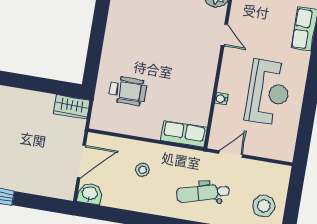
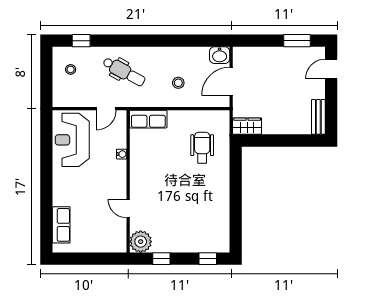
wheelchair: (128, 91) -> (202, 148), turned 90
reception desk: (268, 93) -> (72, 140), moved
dental chair: (203, 193) -> (124, 72), turned 44
stool: (264, 206) -> (71, 69), width x0.53, depth x0.53

